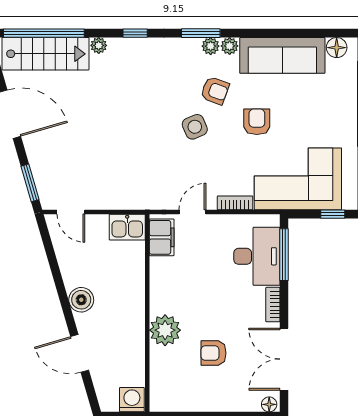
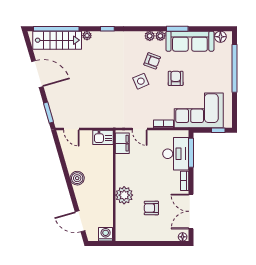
window: (201, 33) -> (177, 29), moved
door: (192, 212) -> (140, 129), swing flipped
door: (80, 353) -> (80, 221), moved

